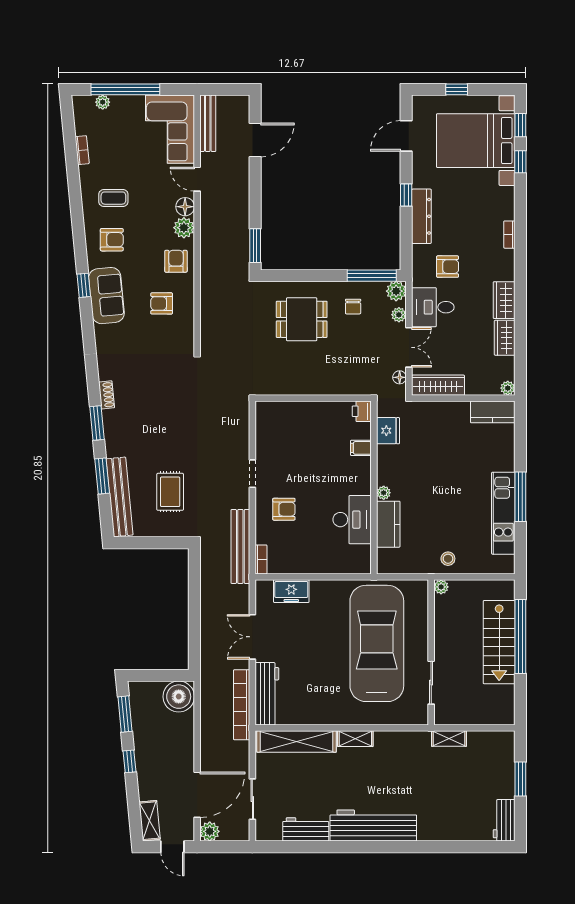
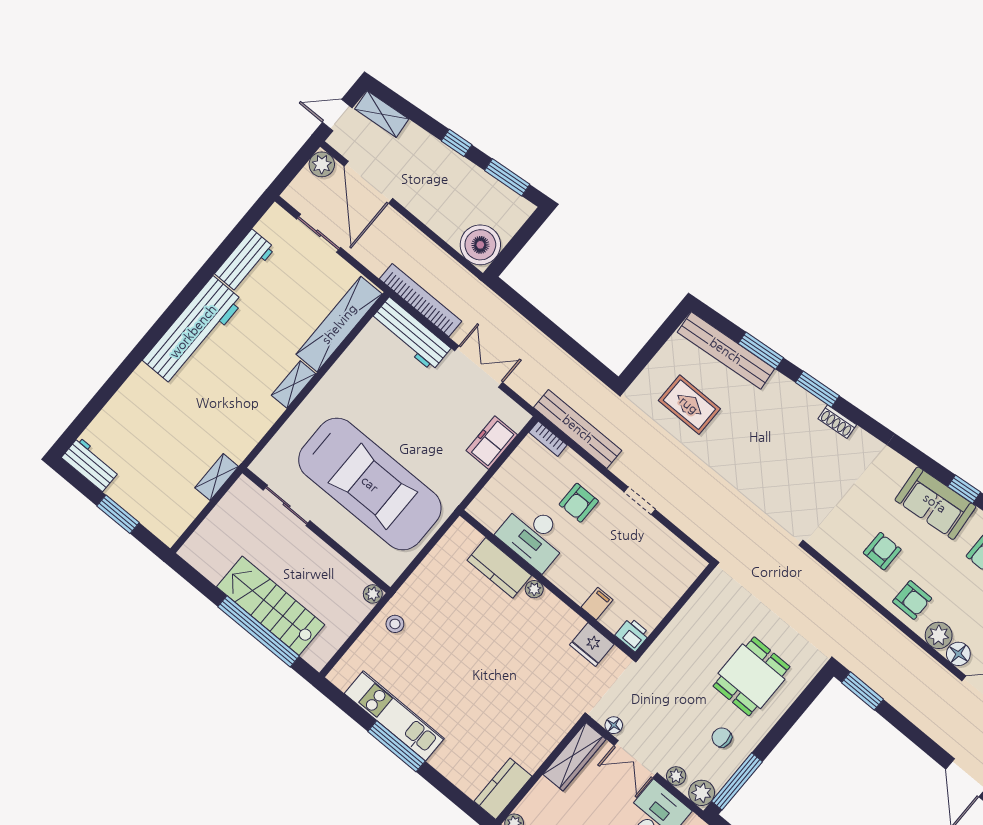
printer: (362, 411) -> (633, 635), moved
fridge: (388, 431) -> (592, 645), moved
filing cabinet: (361, 448) -> (597, 604), moved
wall: (374, 487) -> (547, 584), moved
plant: (384, 493) -> (534, 589), moved
desk: (352, 520) -> (534, 536), moved
kitchen counter: (388, 524) -> (499, 568), moved

